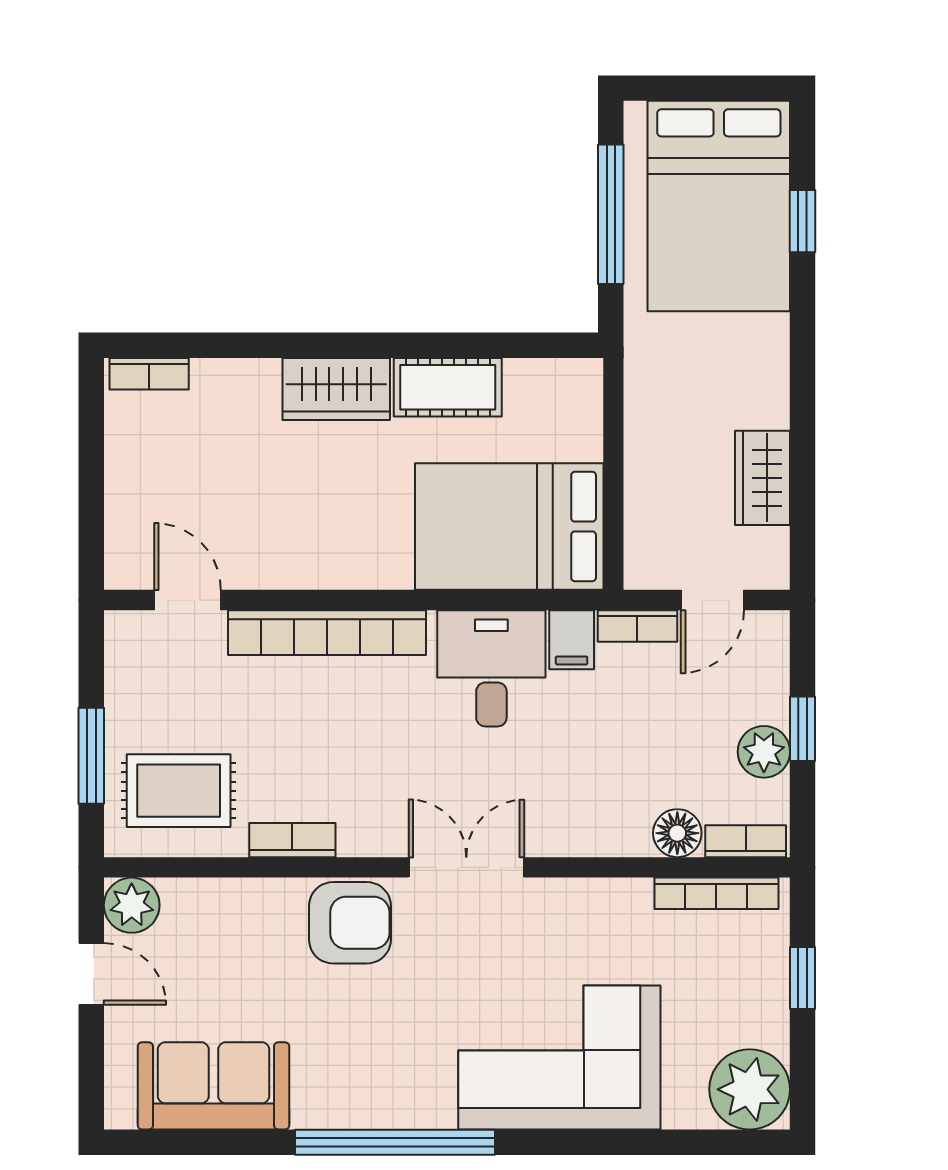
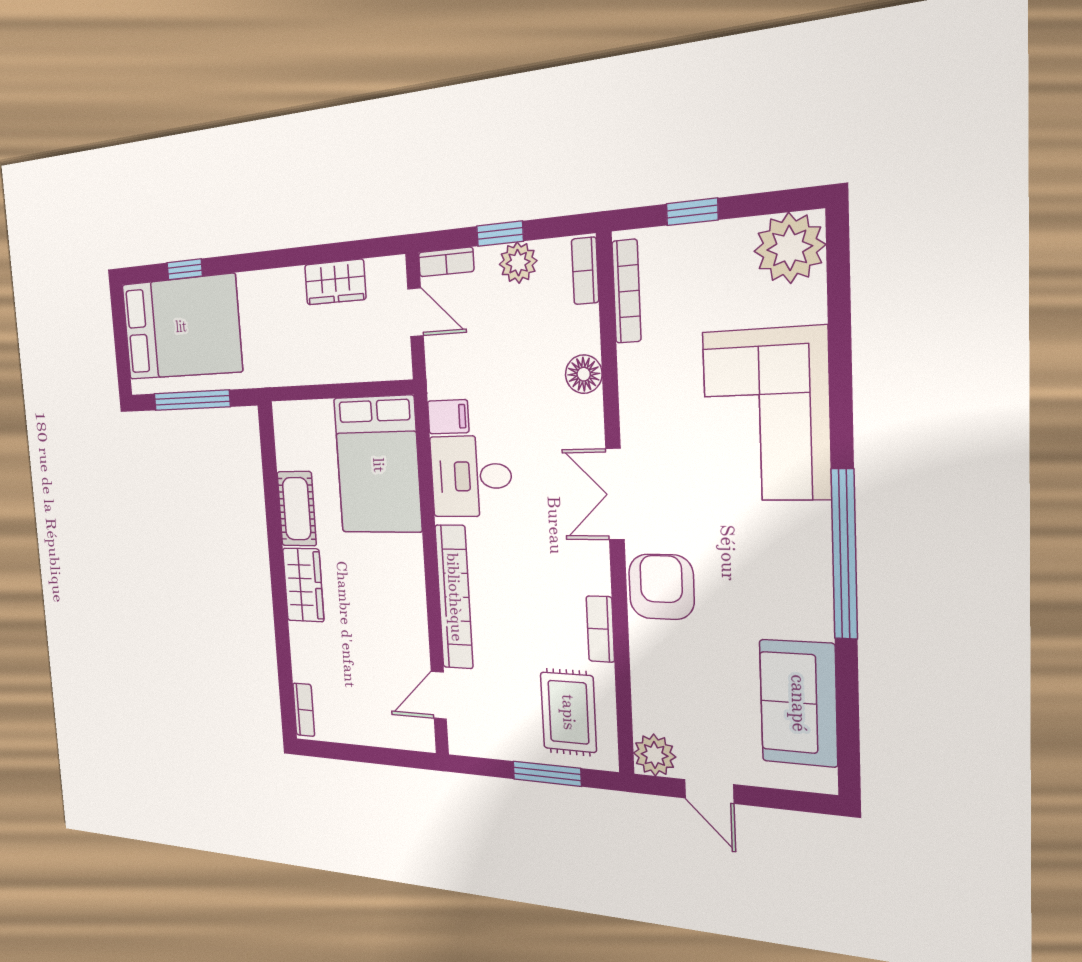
bookcase: (637, 626) -> (446, 262), moved, turned 90
floor lamp: (677, 833) -> (584, 374), moved
door: (91, 974) -> (709, 791), swing flipped

